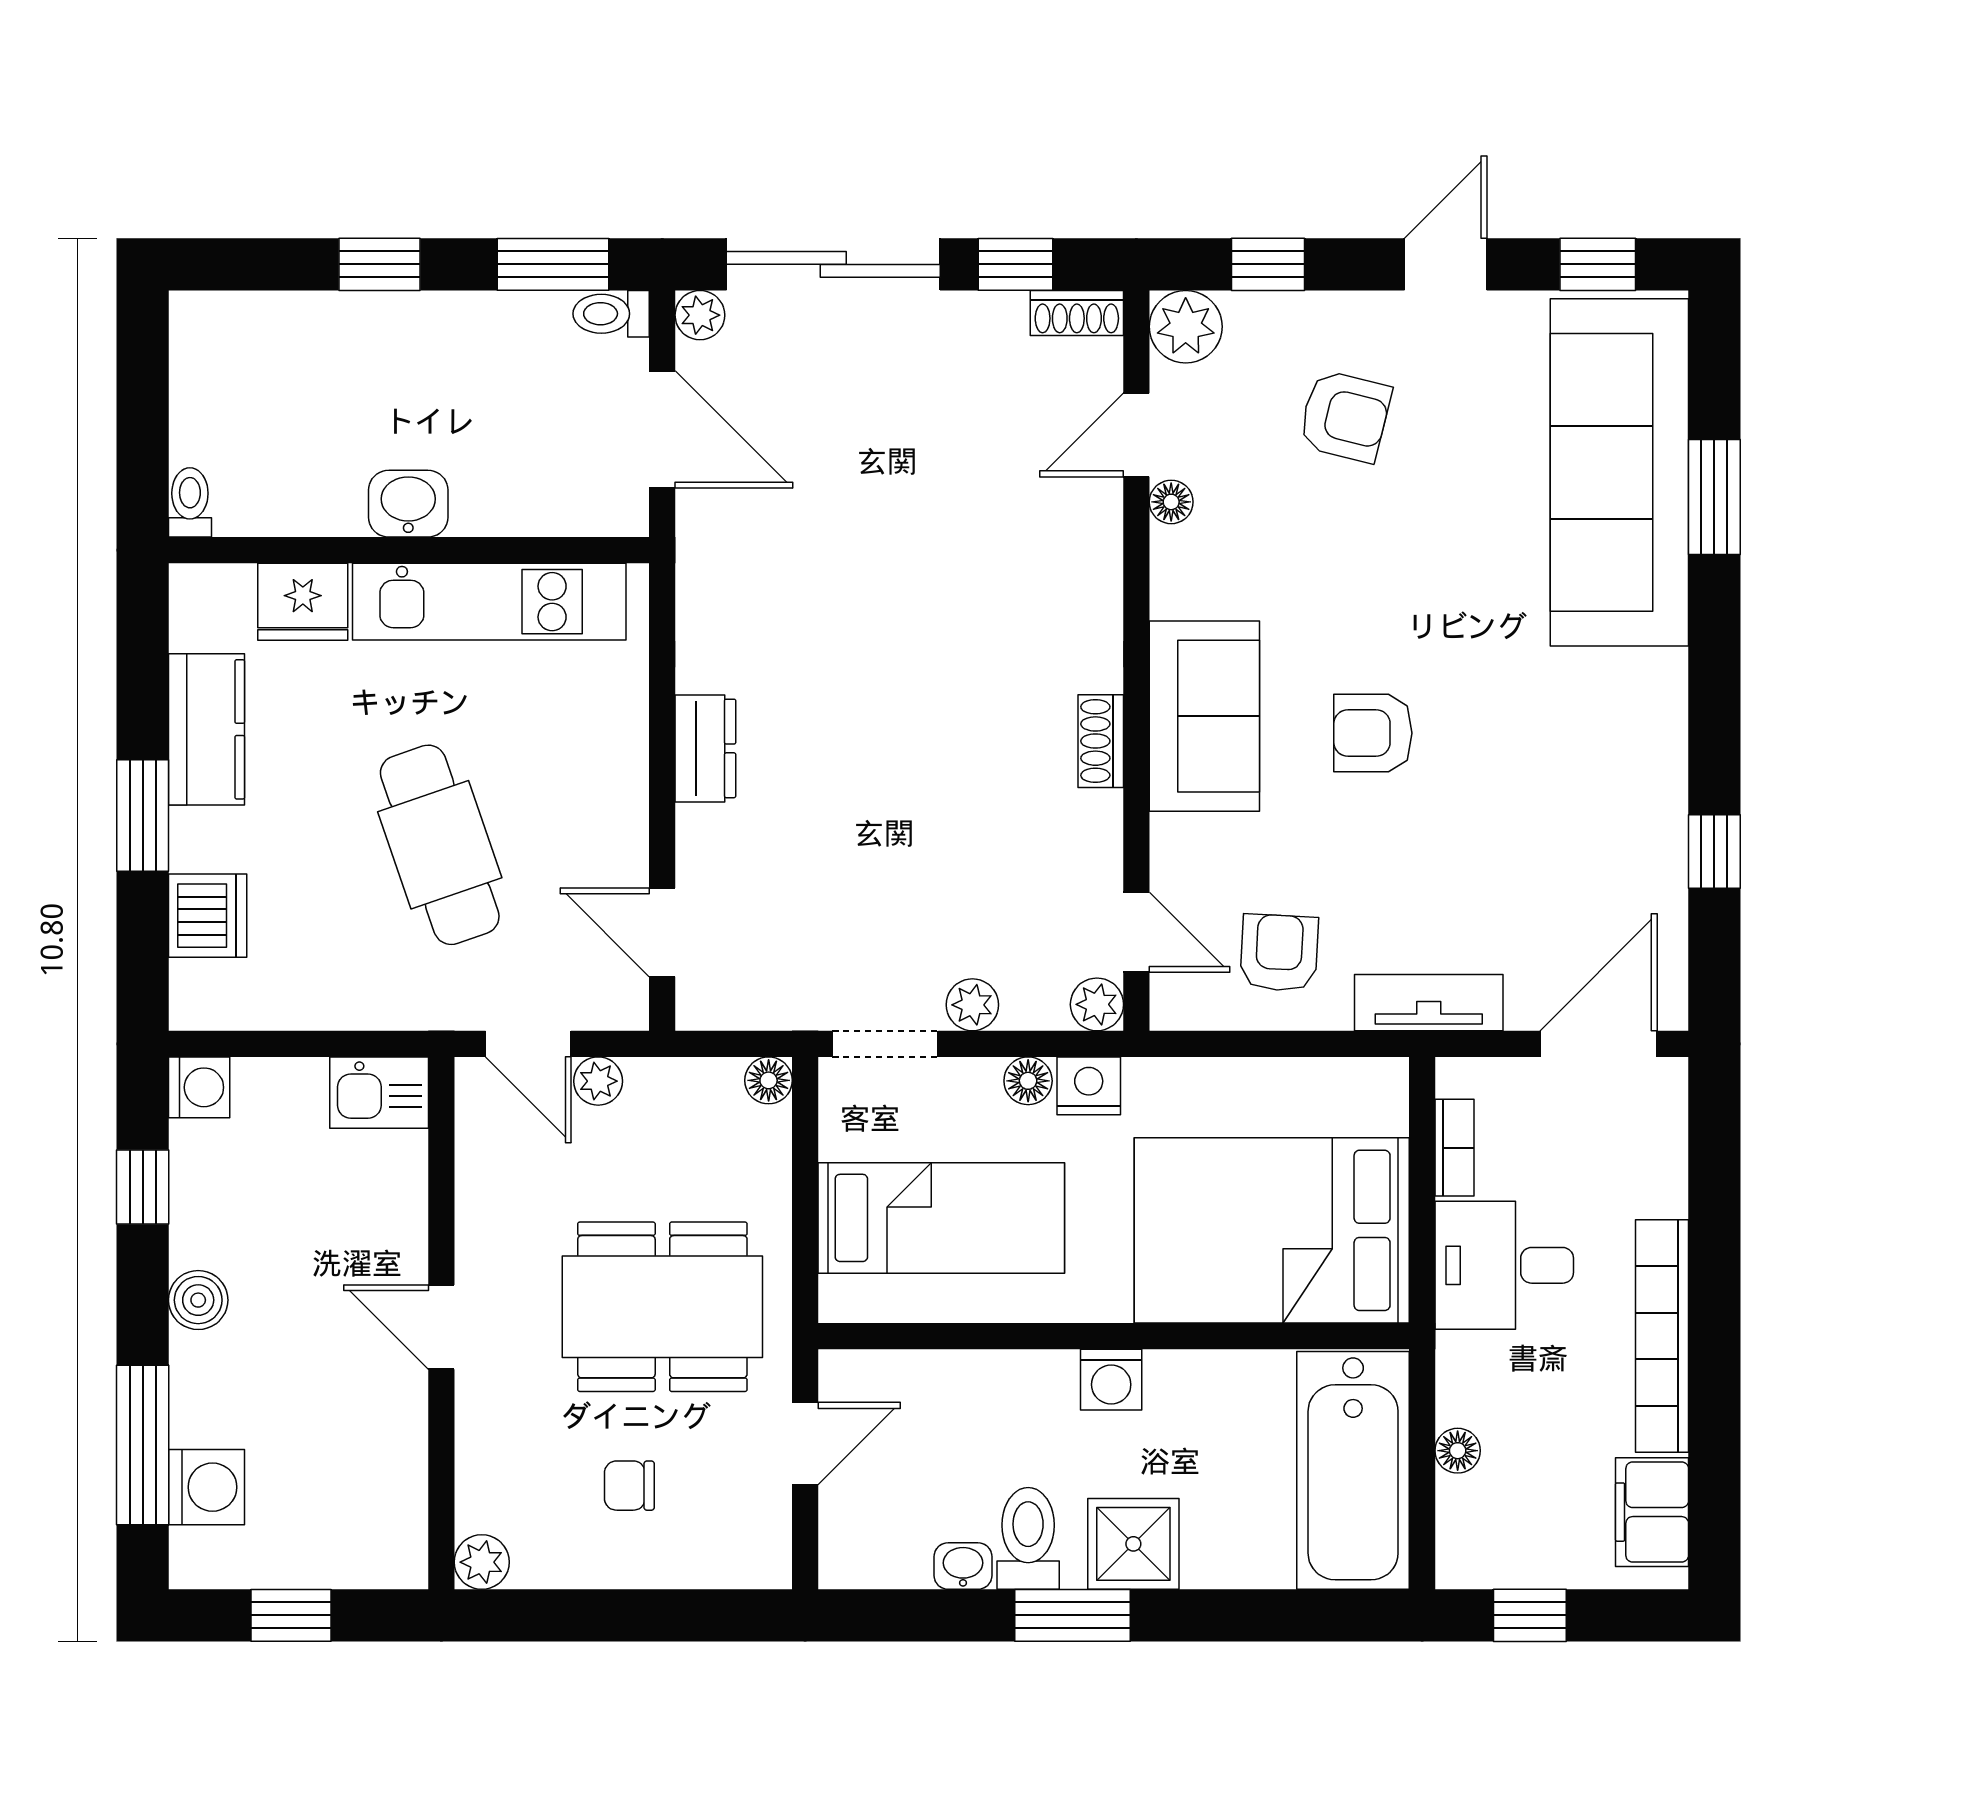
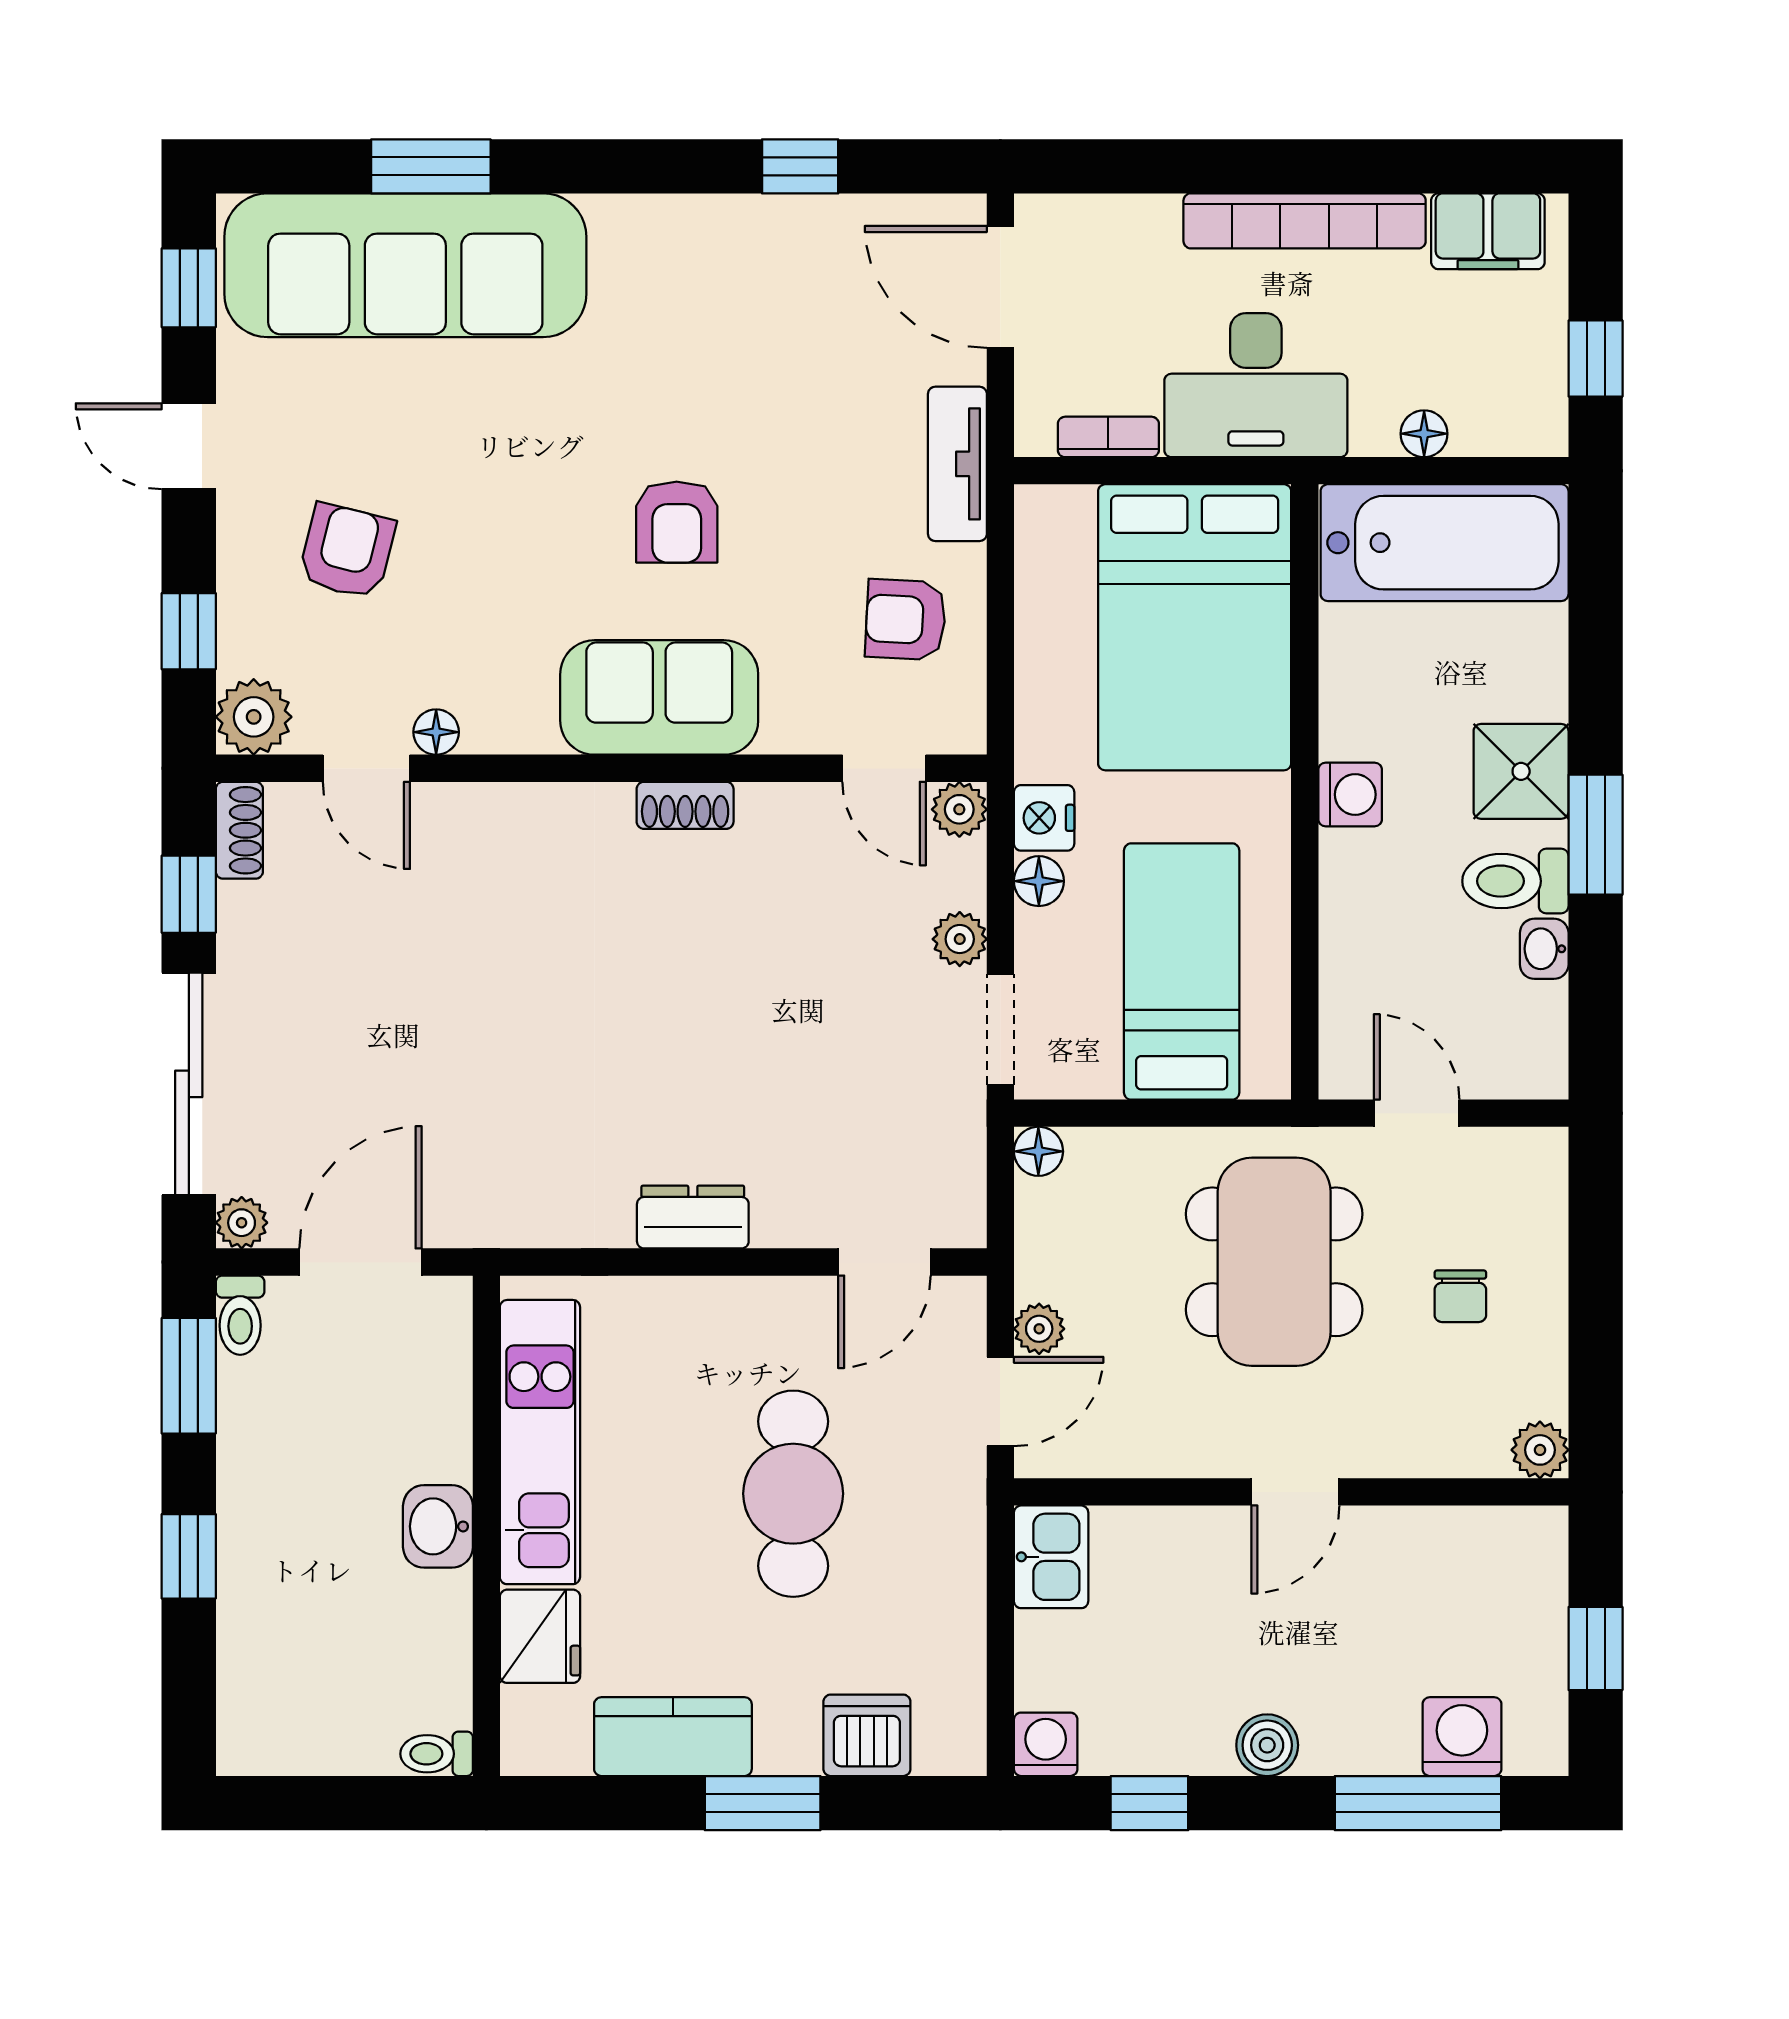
cafe table: (440, 845) -> (793, 1494), turned -71
door: (1136, 932) -> (884, 768), swing flipped
desk: (1504, 1265) -> (1256, 385), width x1.37

